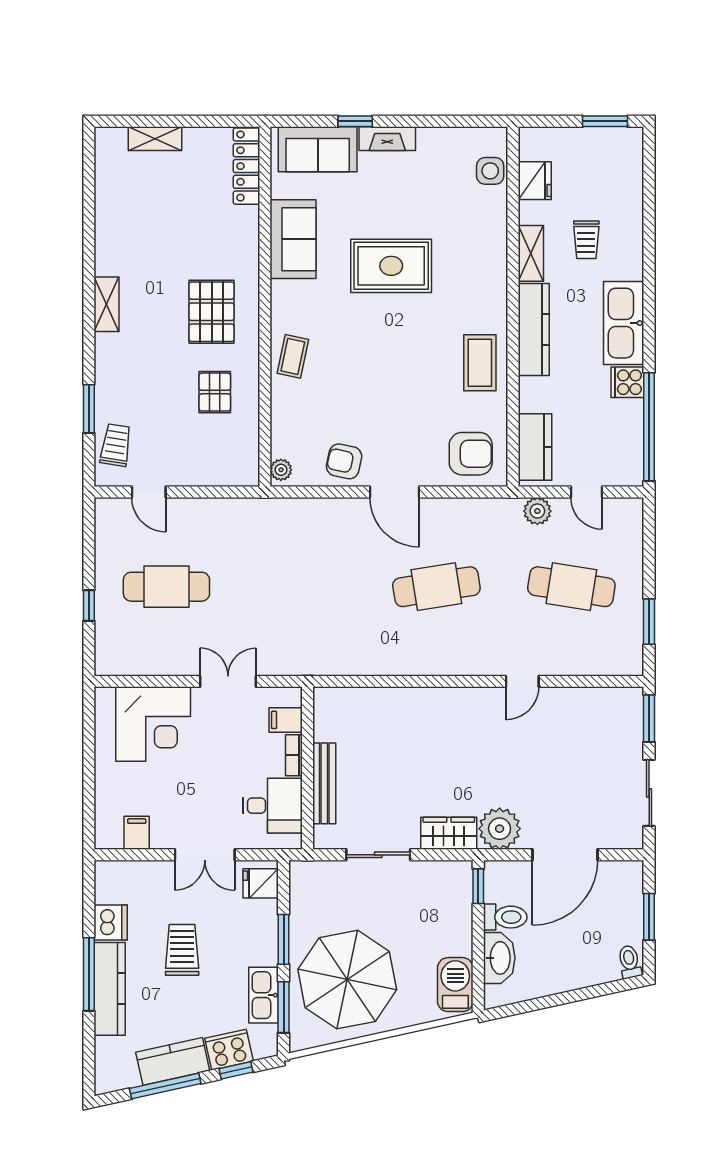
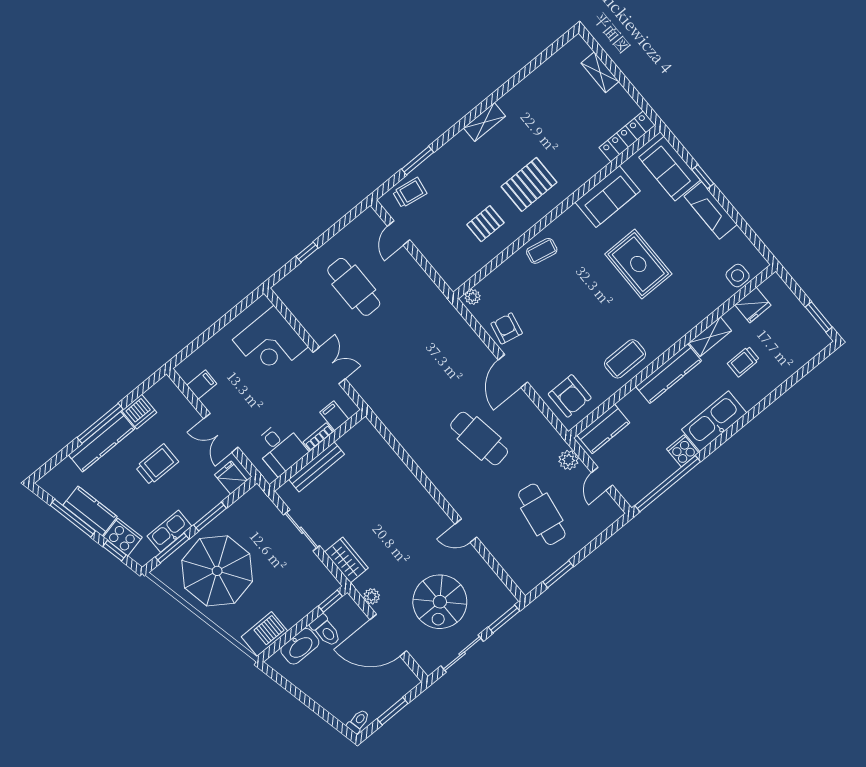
fireplace: (387, 139) -> (711, 210), width x1.37, depth x1.32
spiral stairs: (575, 771) -> (440, 602), added
plant: (500, 829) -> (372, 596), width x0.53, depth x0.53

